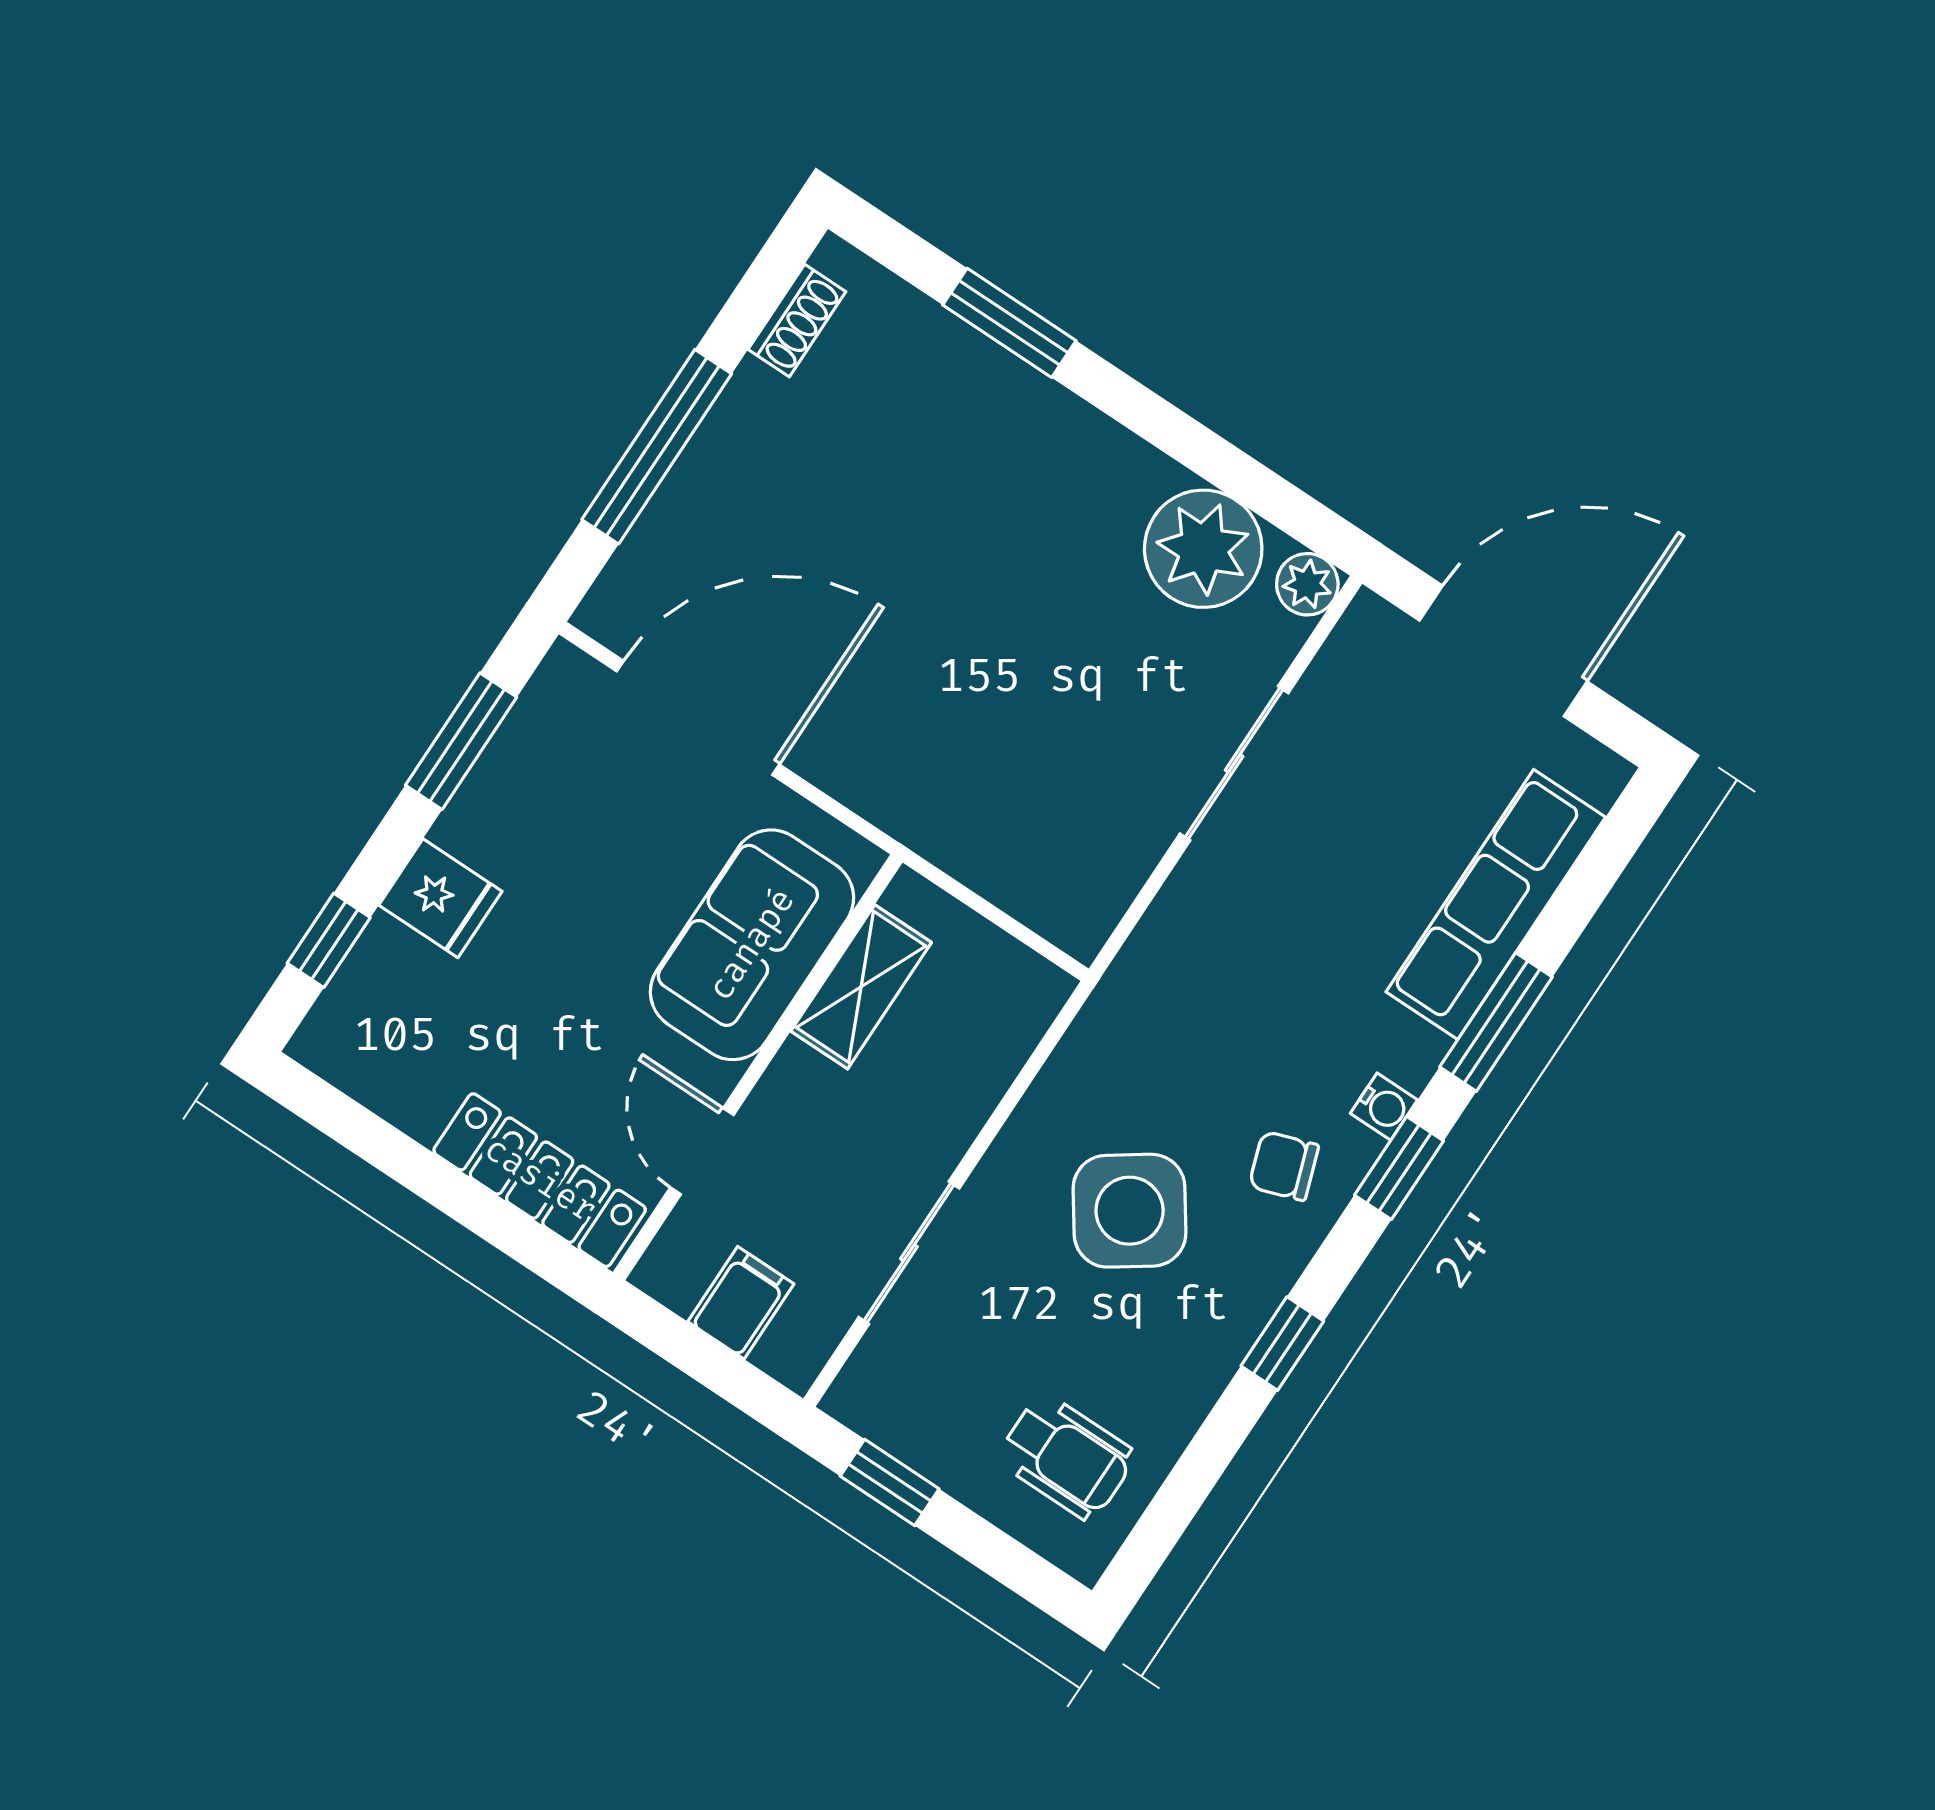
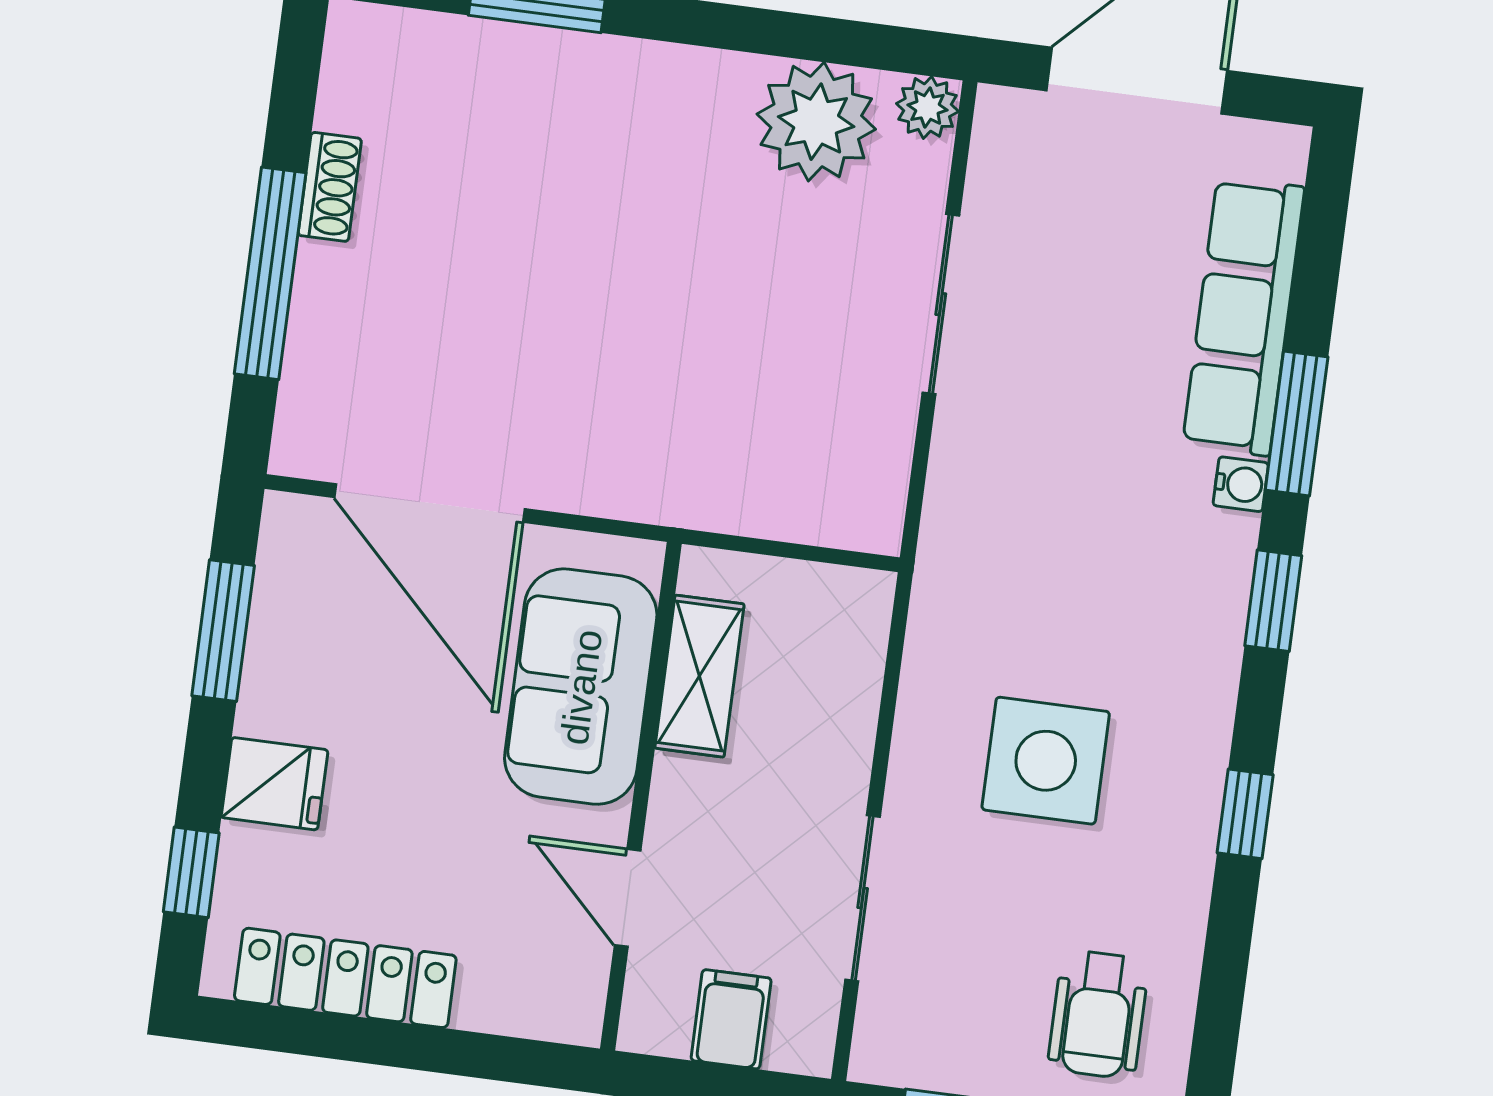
shoe rack: (797, 320) -> (330, 187), moved
door: (698, 718) -> (430, 503), swing flipped
water cooler: (1384, 1107) -> (1241, 484), moved
chair: (1284, 1166) -> (1167, 650), removed
locker: (540, 1180) -> (345, 978), moved
side table: (1130, 1211) -> (1046, 761), turned 35
wheelchair: (1066, 1457) -> (1098, 1014), turned 90

